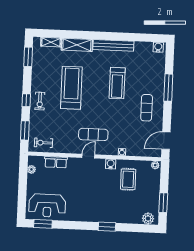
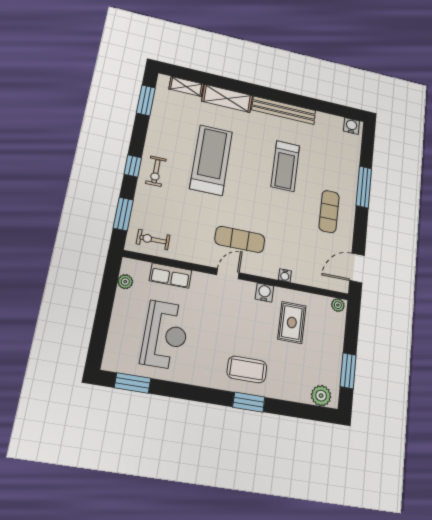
reception desk: (47, 206) -> (165, 335), moved, turned -90
coffee table: (104, 209) -> (247, 369), added

